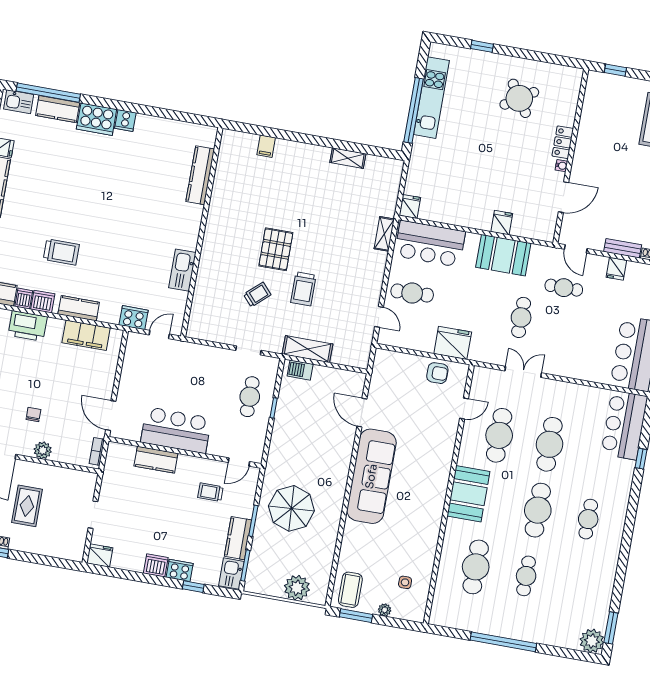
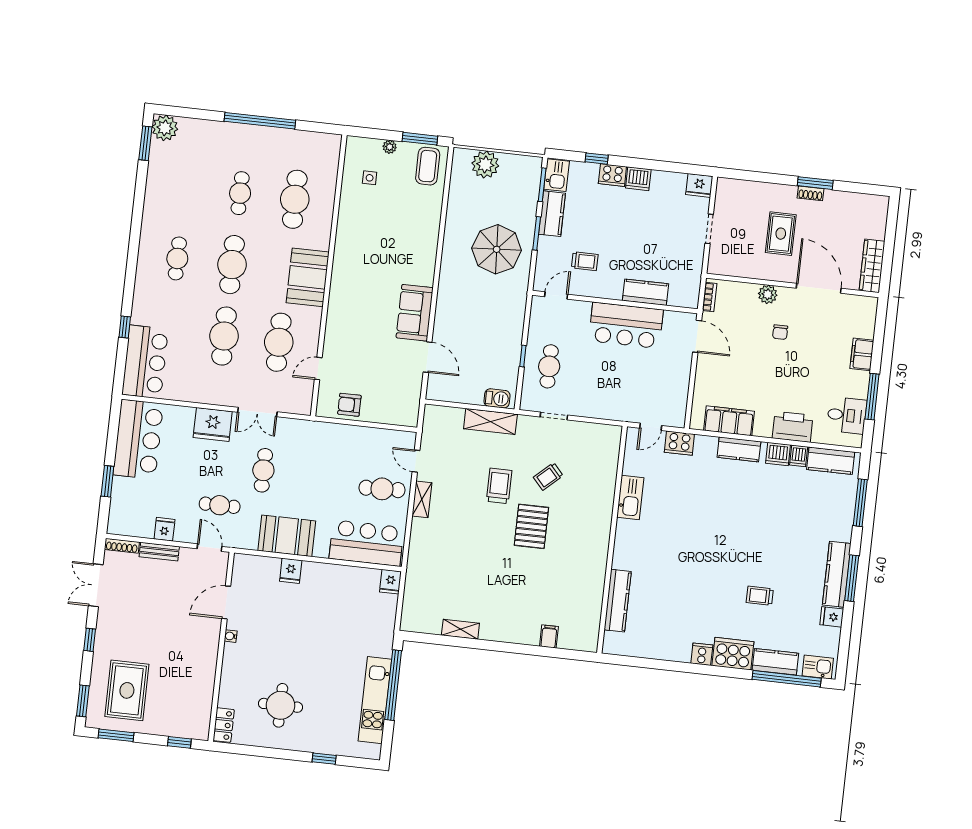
round table: (519, 98) -> (281, 705), turned 33
locker: (563, 142) -> (224, 725), moved
shelving: (384, 234) -> (422, 499), moved
trolley: (61, 252) -> (760, 596), moved, width x0.73, depth x0.72
fridge: (453, 343) -> (213, 424), moved
sofa: (371, 476) -> (415, 313), width x0.54, depth x0.79

